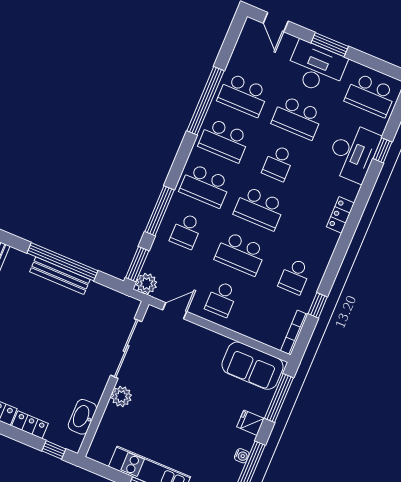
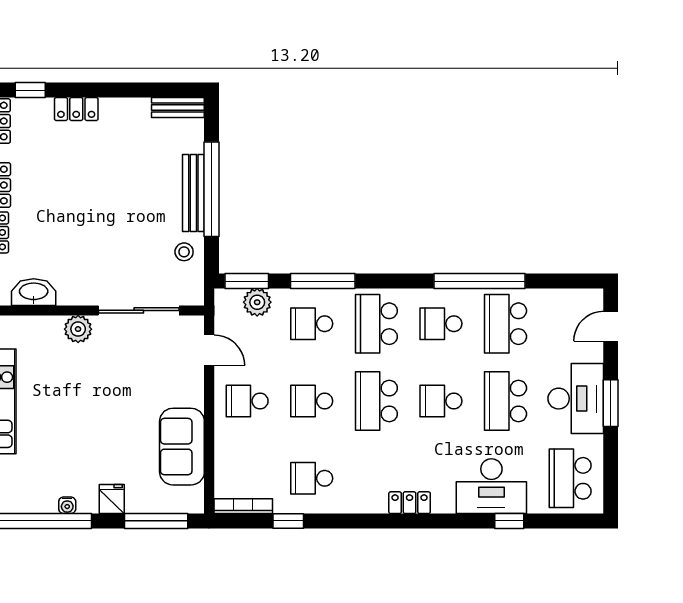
school desk: (224, 140) -> (441, 324), width x0.54
school desk: (240, 254) -> (312, 401), width x0.54
plant: (147, 283) -> (257, 302), moved
stool: (98, 299) -> (184, 252), added
sofa: (253, 366) -> (182, 447), moved

